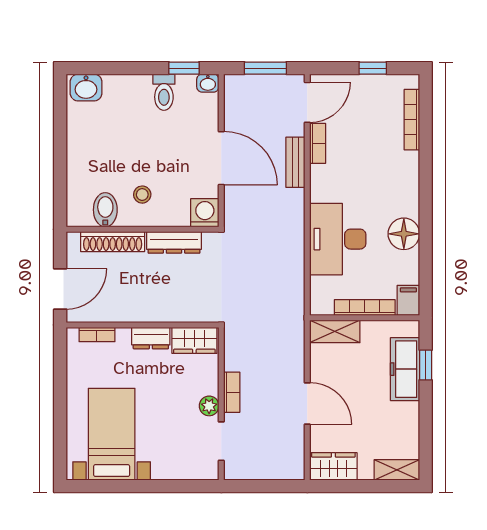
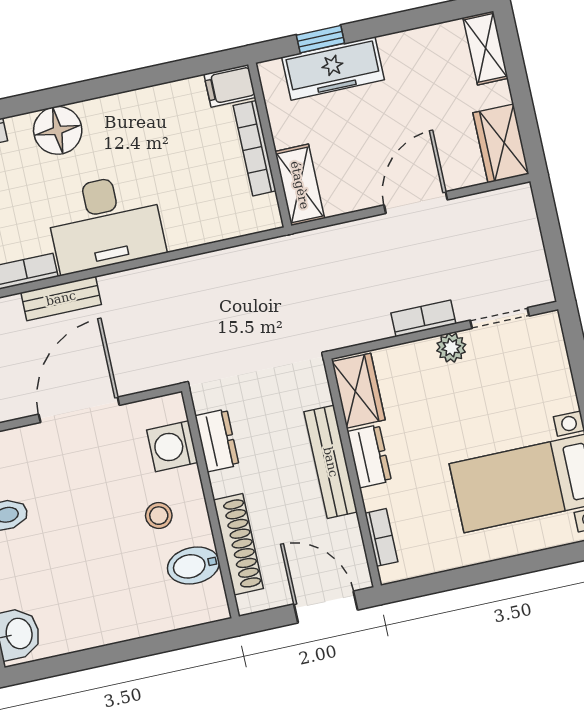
washing machine: (205, 213) -> (172, 446), moved
floor lamp: (404, 234) -> (58, 130), moved
desk: (338, 239) -> (105, 223), moved
dresser: (174, 242) -> (217, 440), width x0.70
bench: (153, 312) -> (331, 462), added

